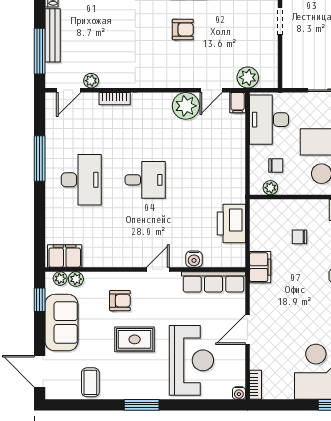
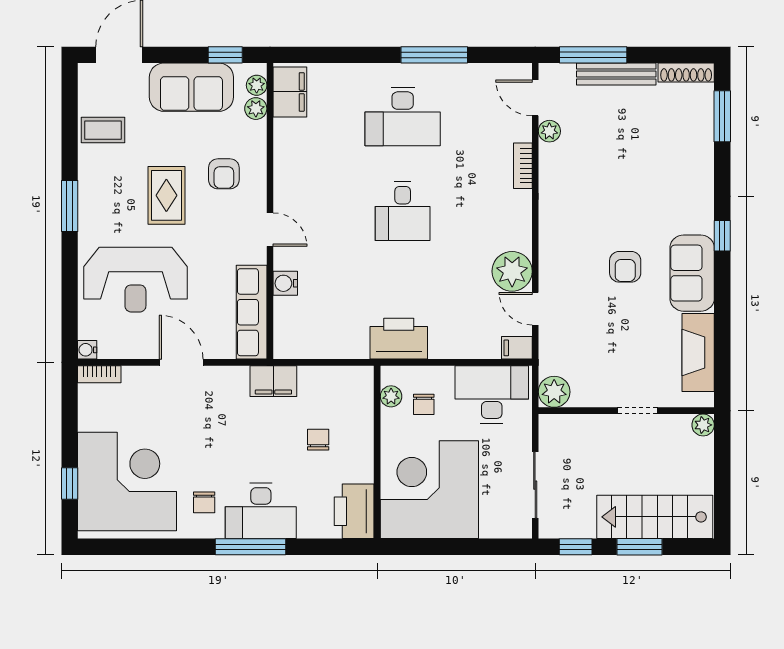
plant: (248, 77) -> (554, 392), moved
printer: (231, 223) -> (399, 339), moved

